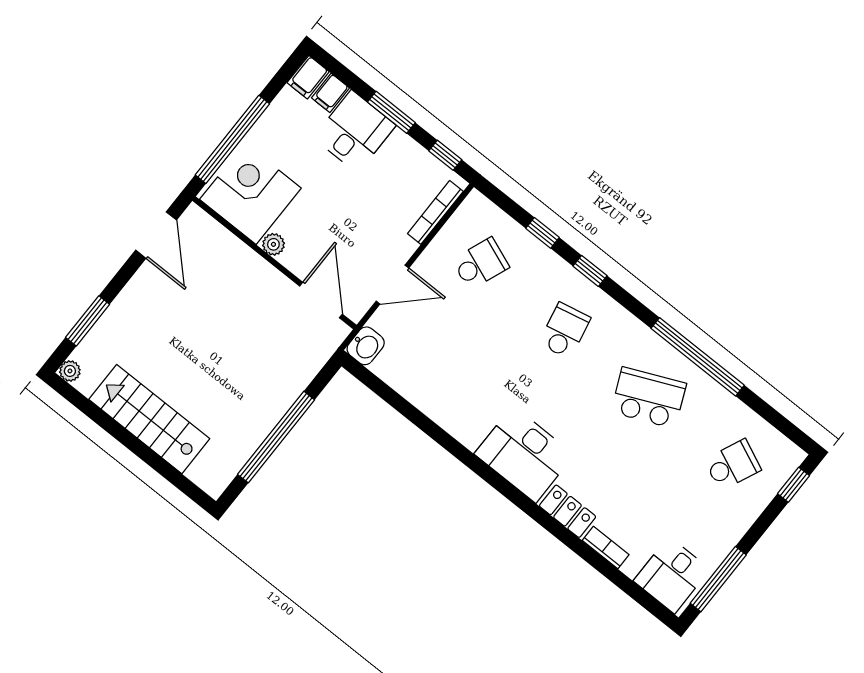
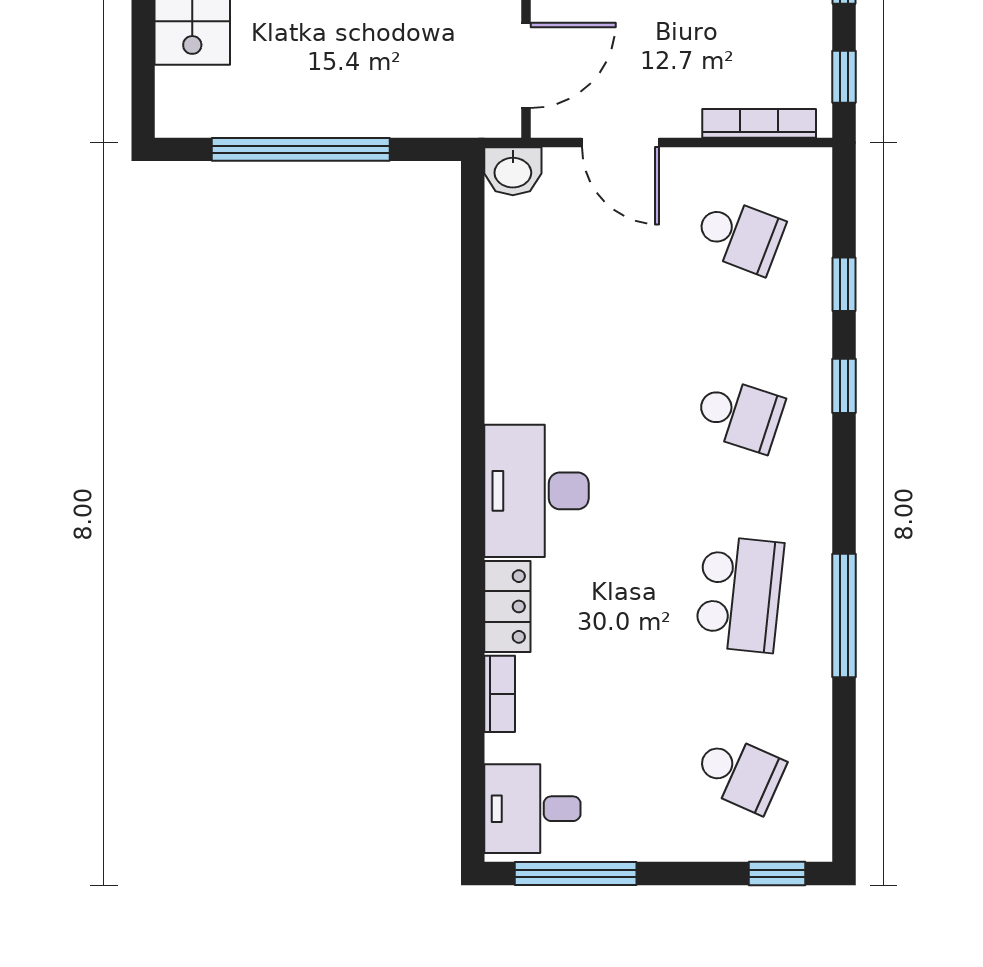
school desk: (565, 331) -> (740, 415), turned 30
window: (698, 357) -> (844, 615), width x0.68
school desk: (649, 398) -> (740, 594), turned 30

